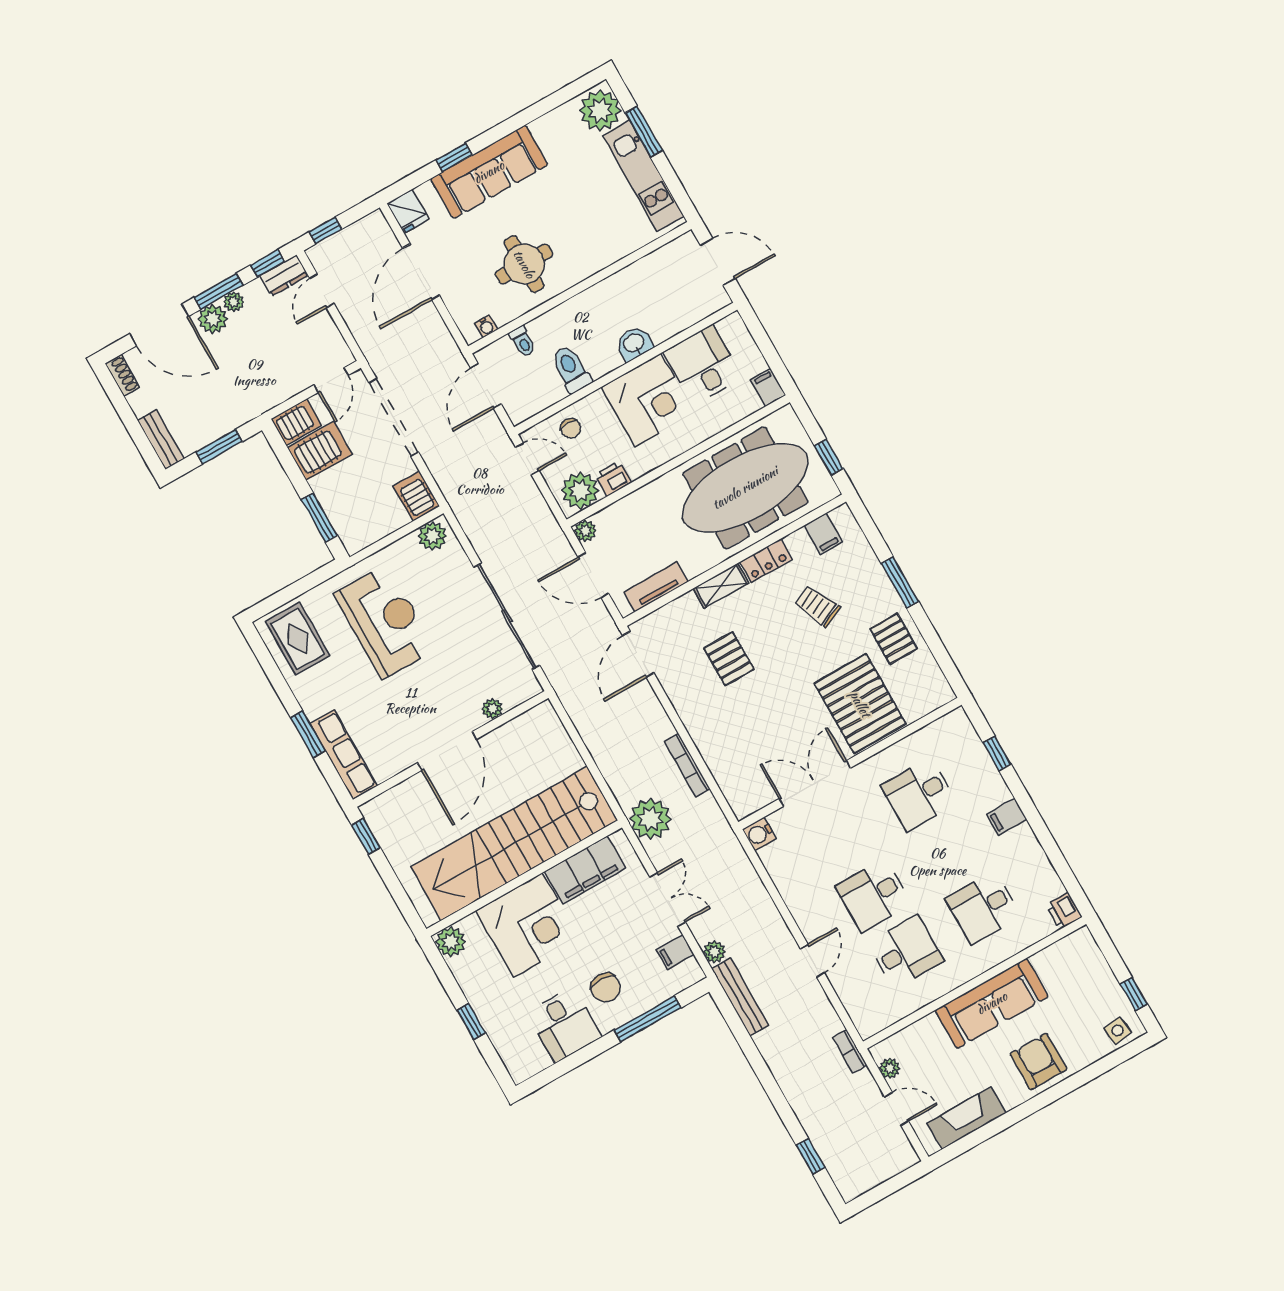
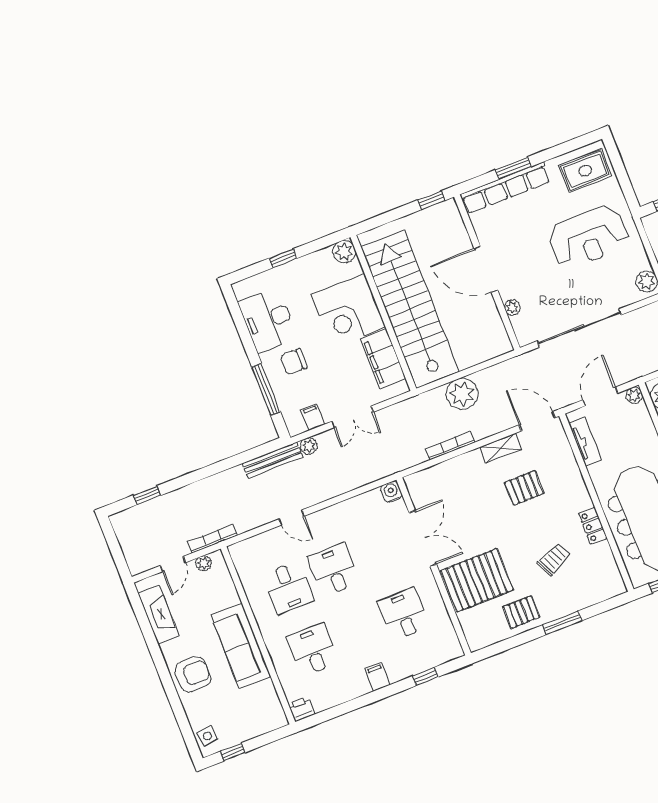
filing cabinet: (823, 534) -> (607, 571), removed
shelving: (721, 586) -> (501, 448), moved, turned 90
row of seats: (344, 755) -> (505, 188), width x1.36
plant: (650, 819) -> (462, 394), moved
desk: (564, 1025) -> (268, 320), width x1.37
bookcase: (850, 1051) -> (212, 539), width x1.56

